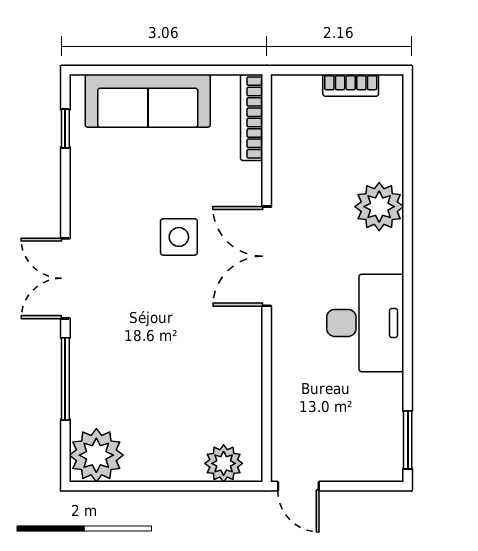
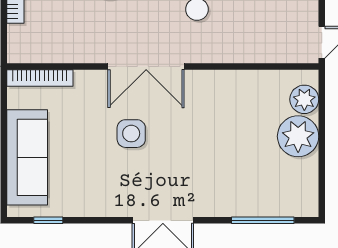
window: (65, 379) -> (263, 220), moved
plant: (96, 455) -> (298, 136), moved

